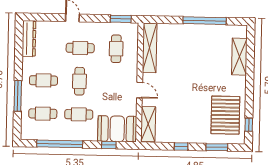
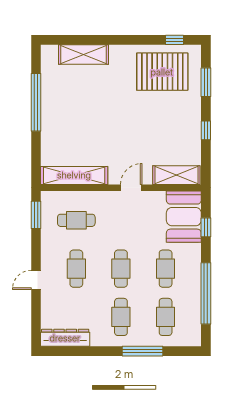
cafe table: (79, 81) -> (121, 269), turned 90

